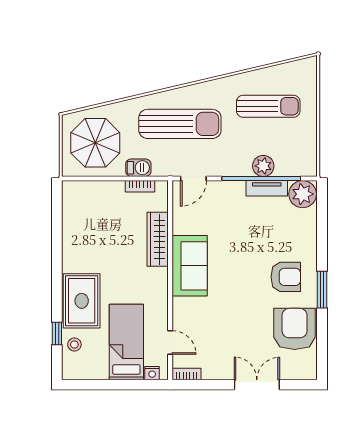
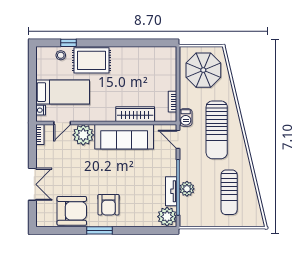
barbecue: (138, 168) -> (186, 117), moved
sofa: (190, 266) -> (124, 137), width x1.36
plant: (187, 313) -> (83, 135), added

